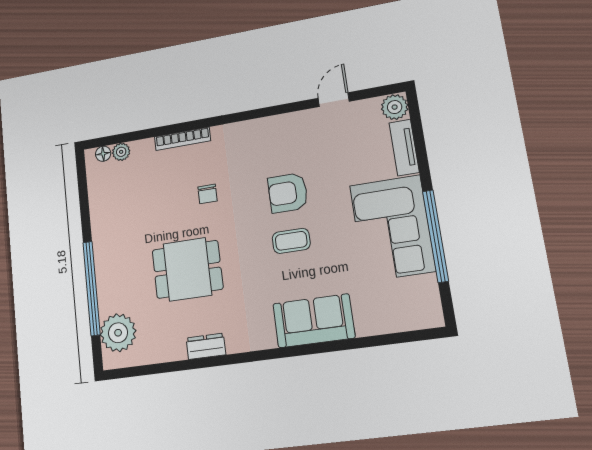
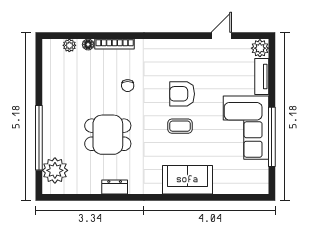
floor lamp: (103, 154) -> (88, 44), moved

